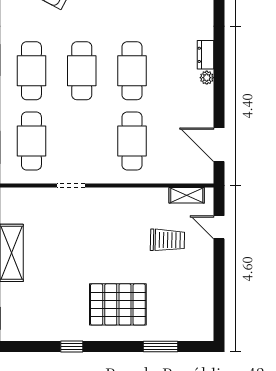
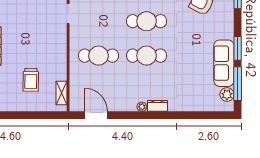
door: (219, 145) -> (96, 115), hinge flipped
door: (219, 227) -> (39, 115), removed

